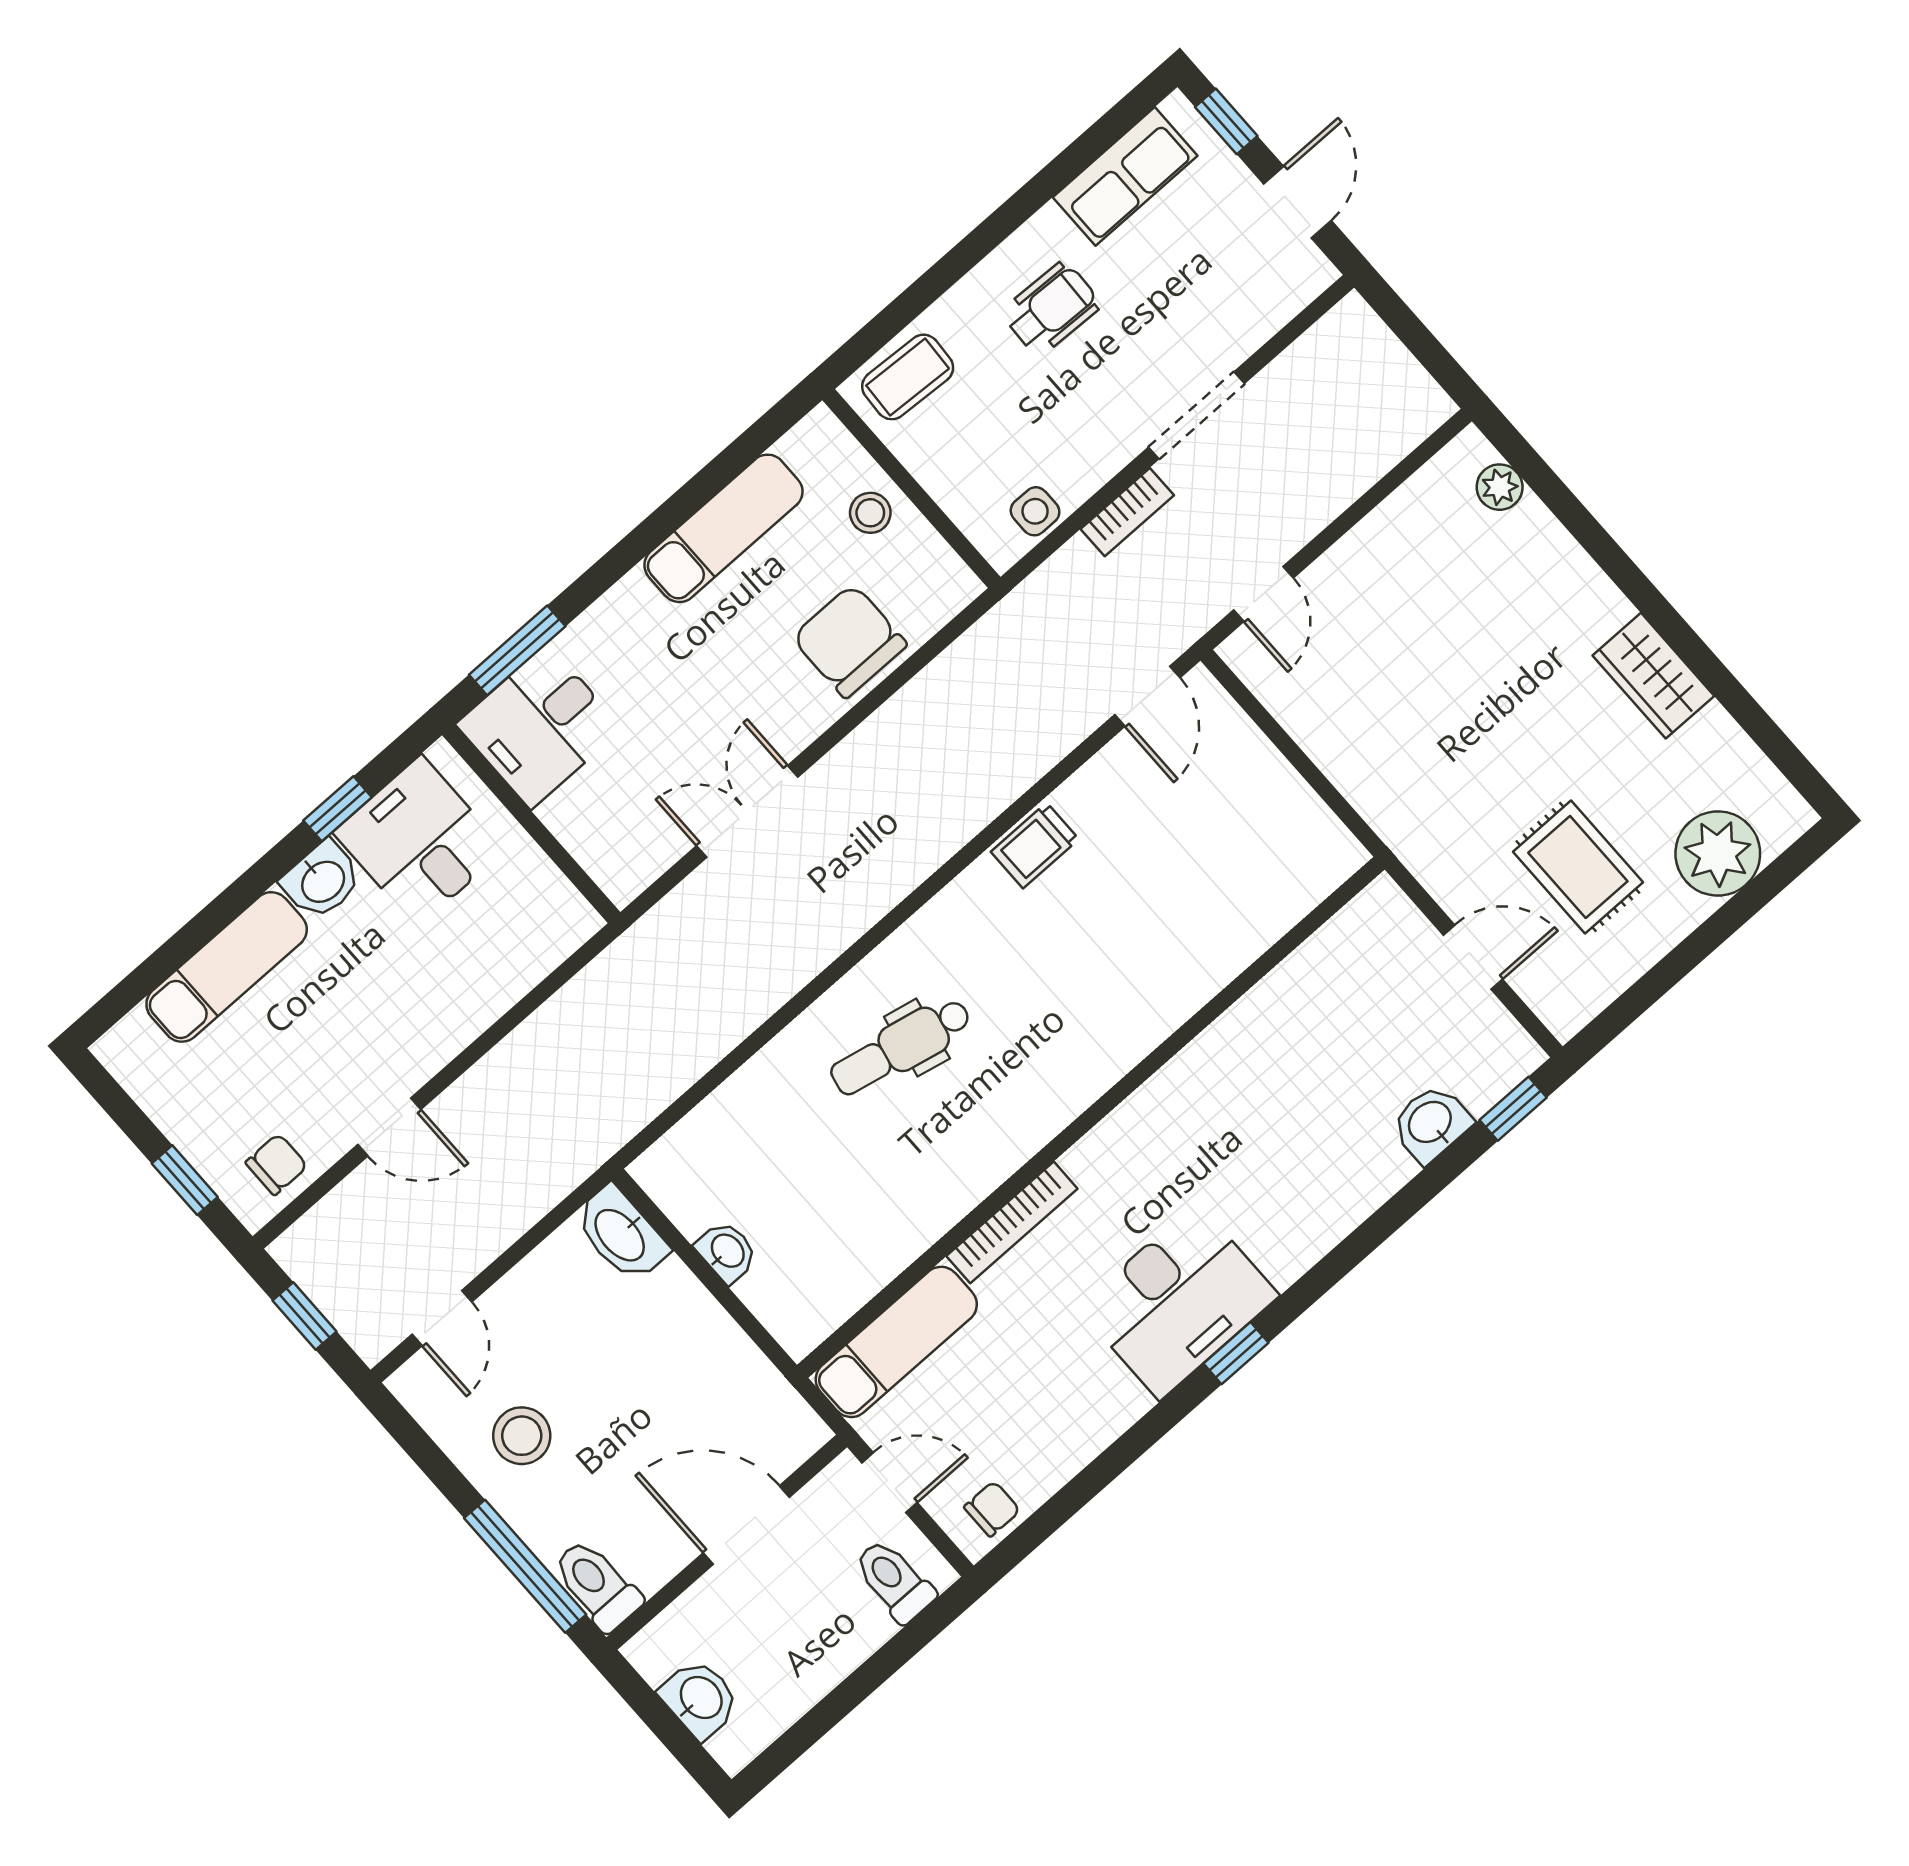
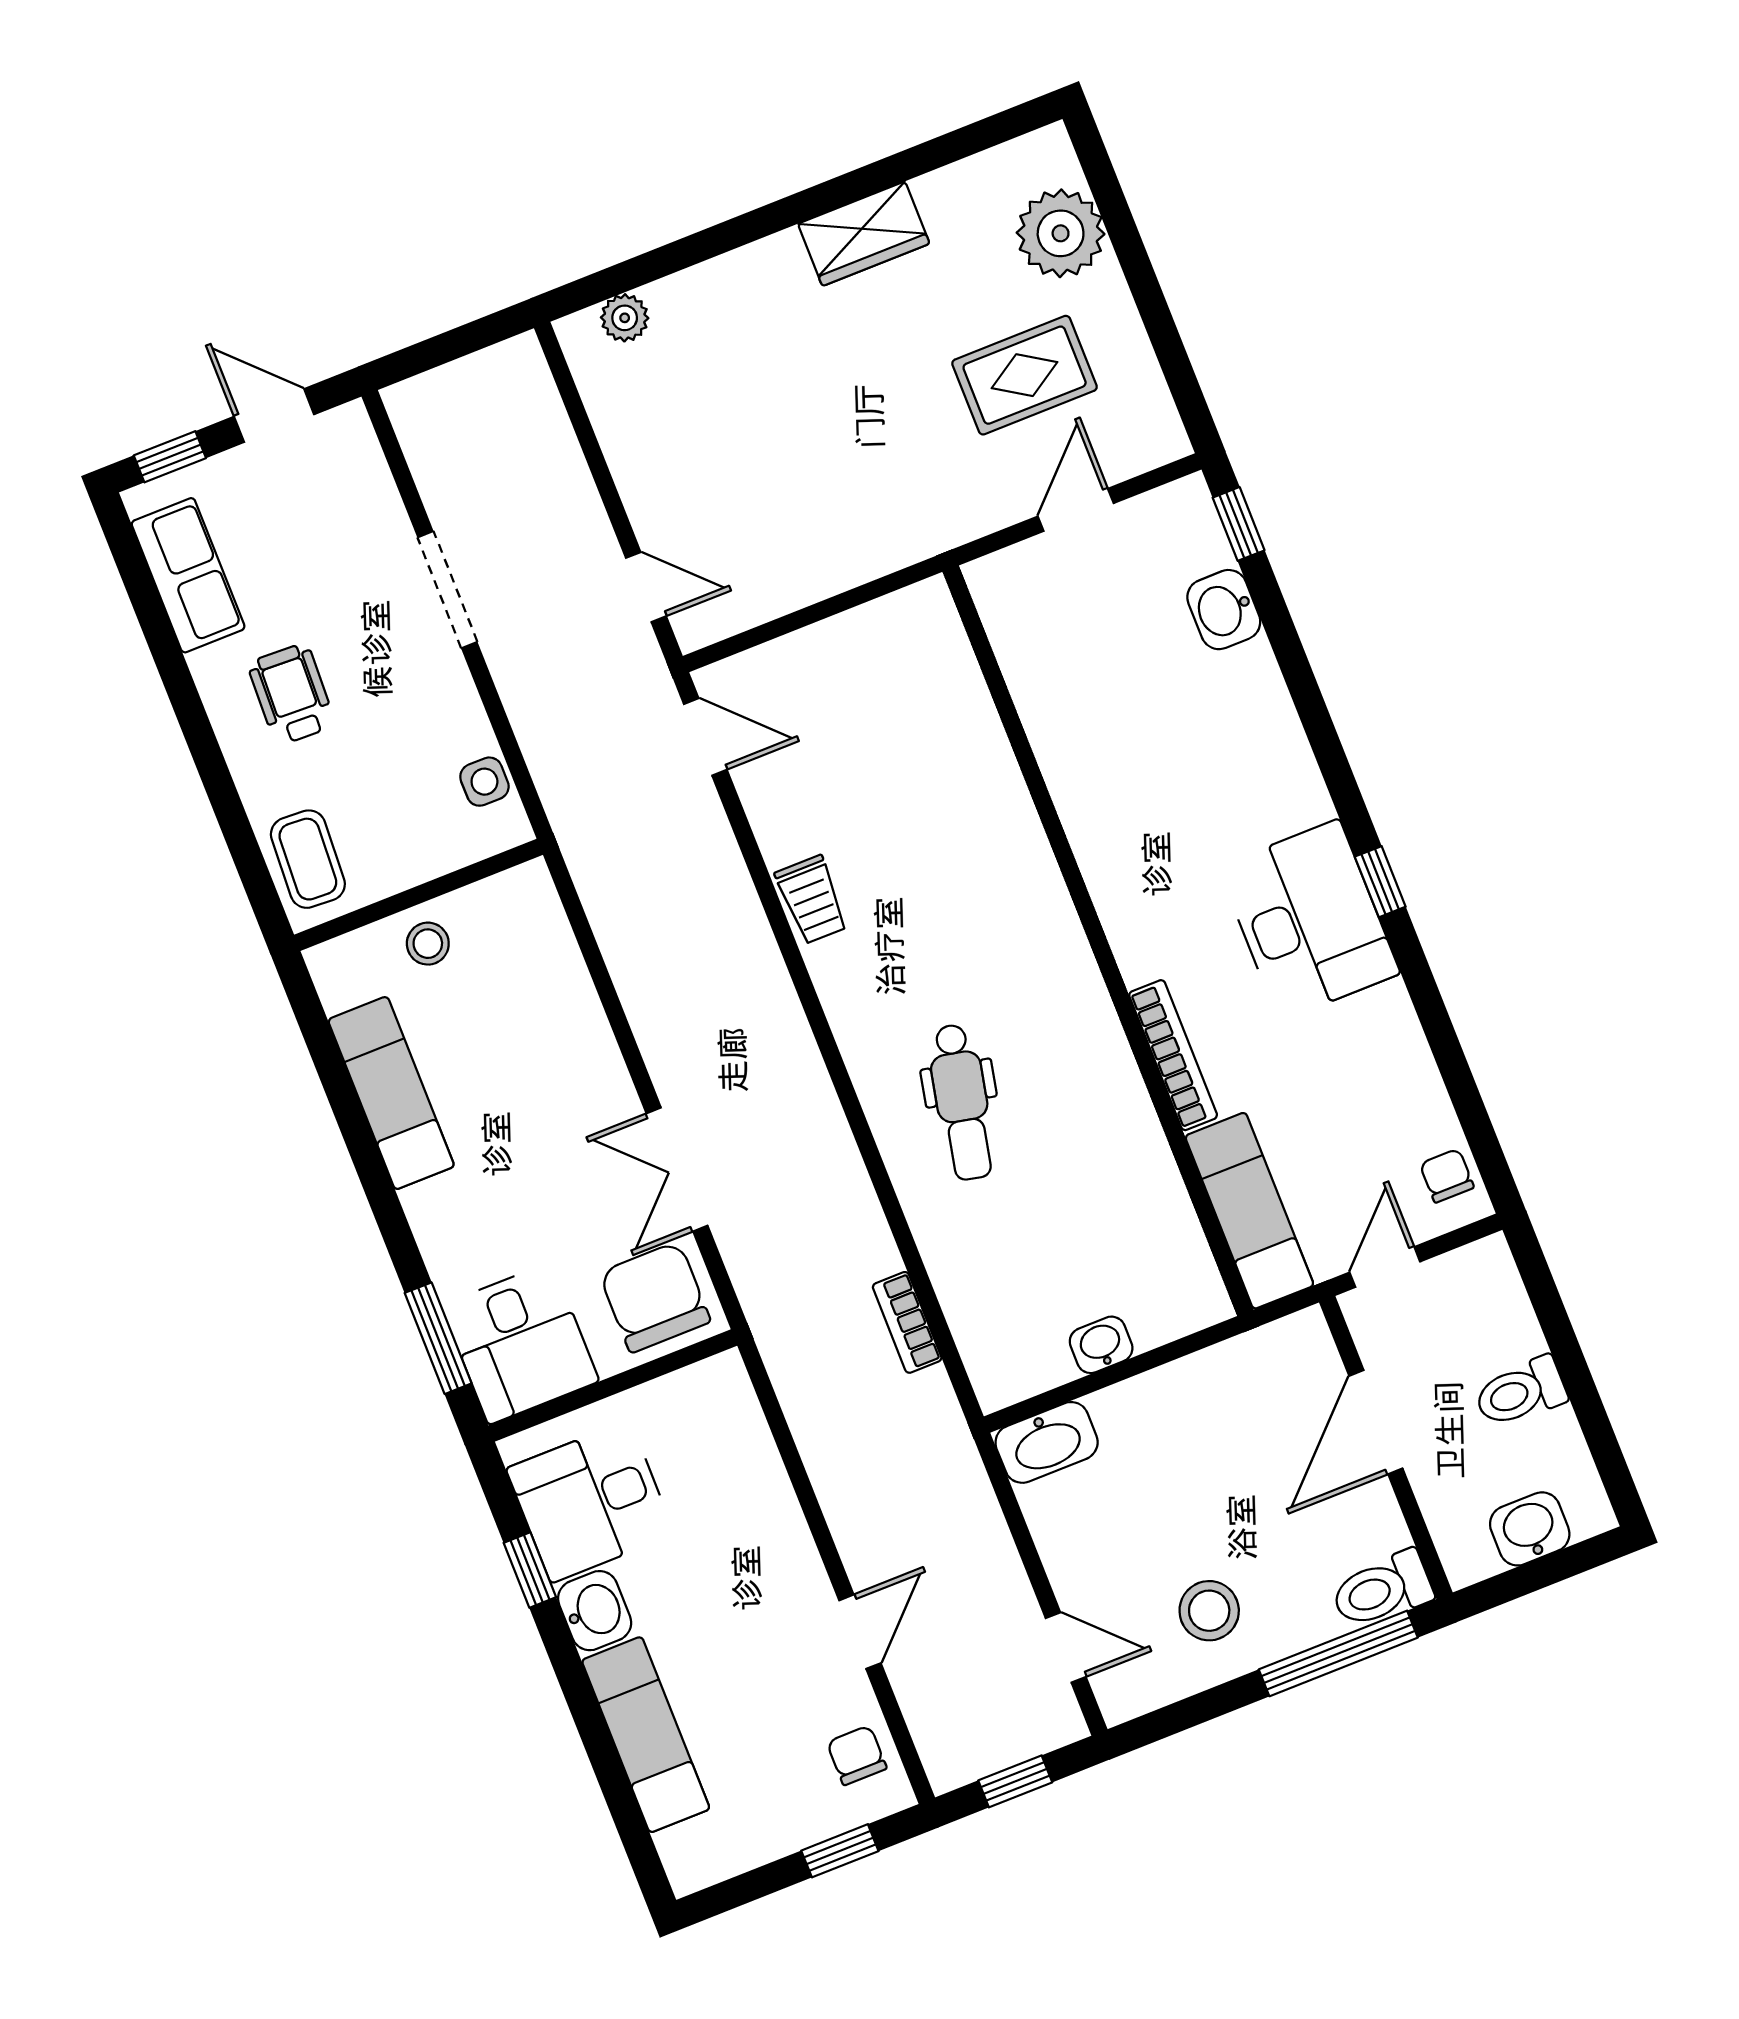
bookcase: (1127, 512) -> (907, 1322), moved, turned 180
chair: (849, 641) -> (655, 1297), moved, turned 90
toilet: (894, 1581) -> (1520, 1392), moved

